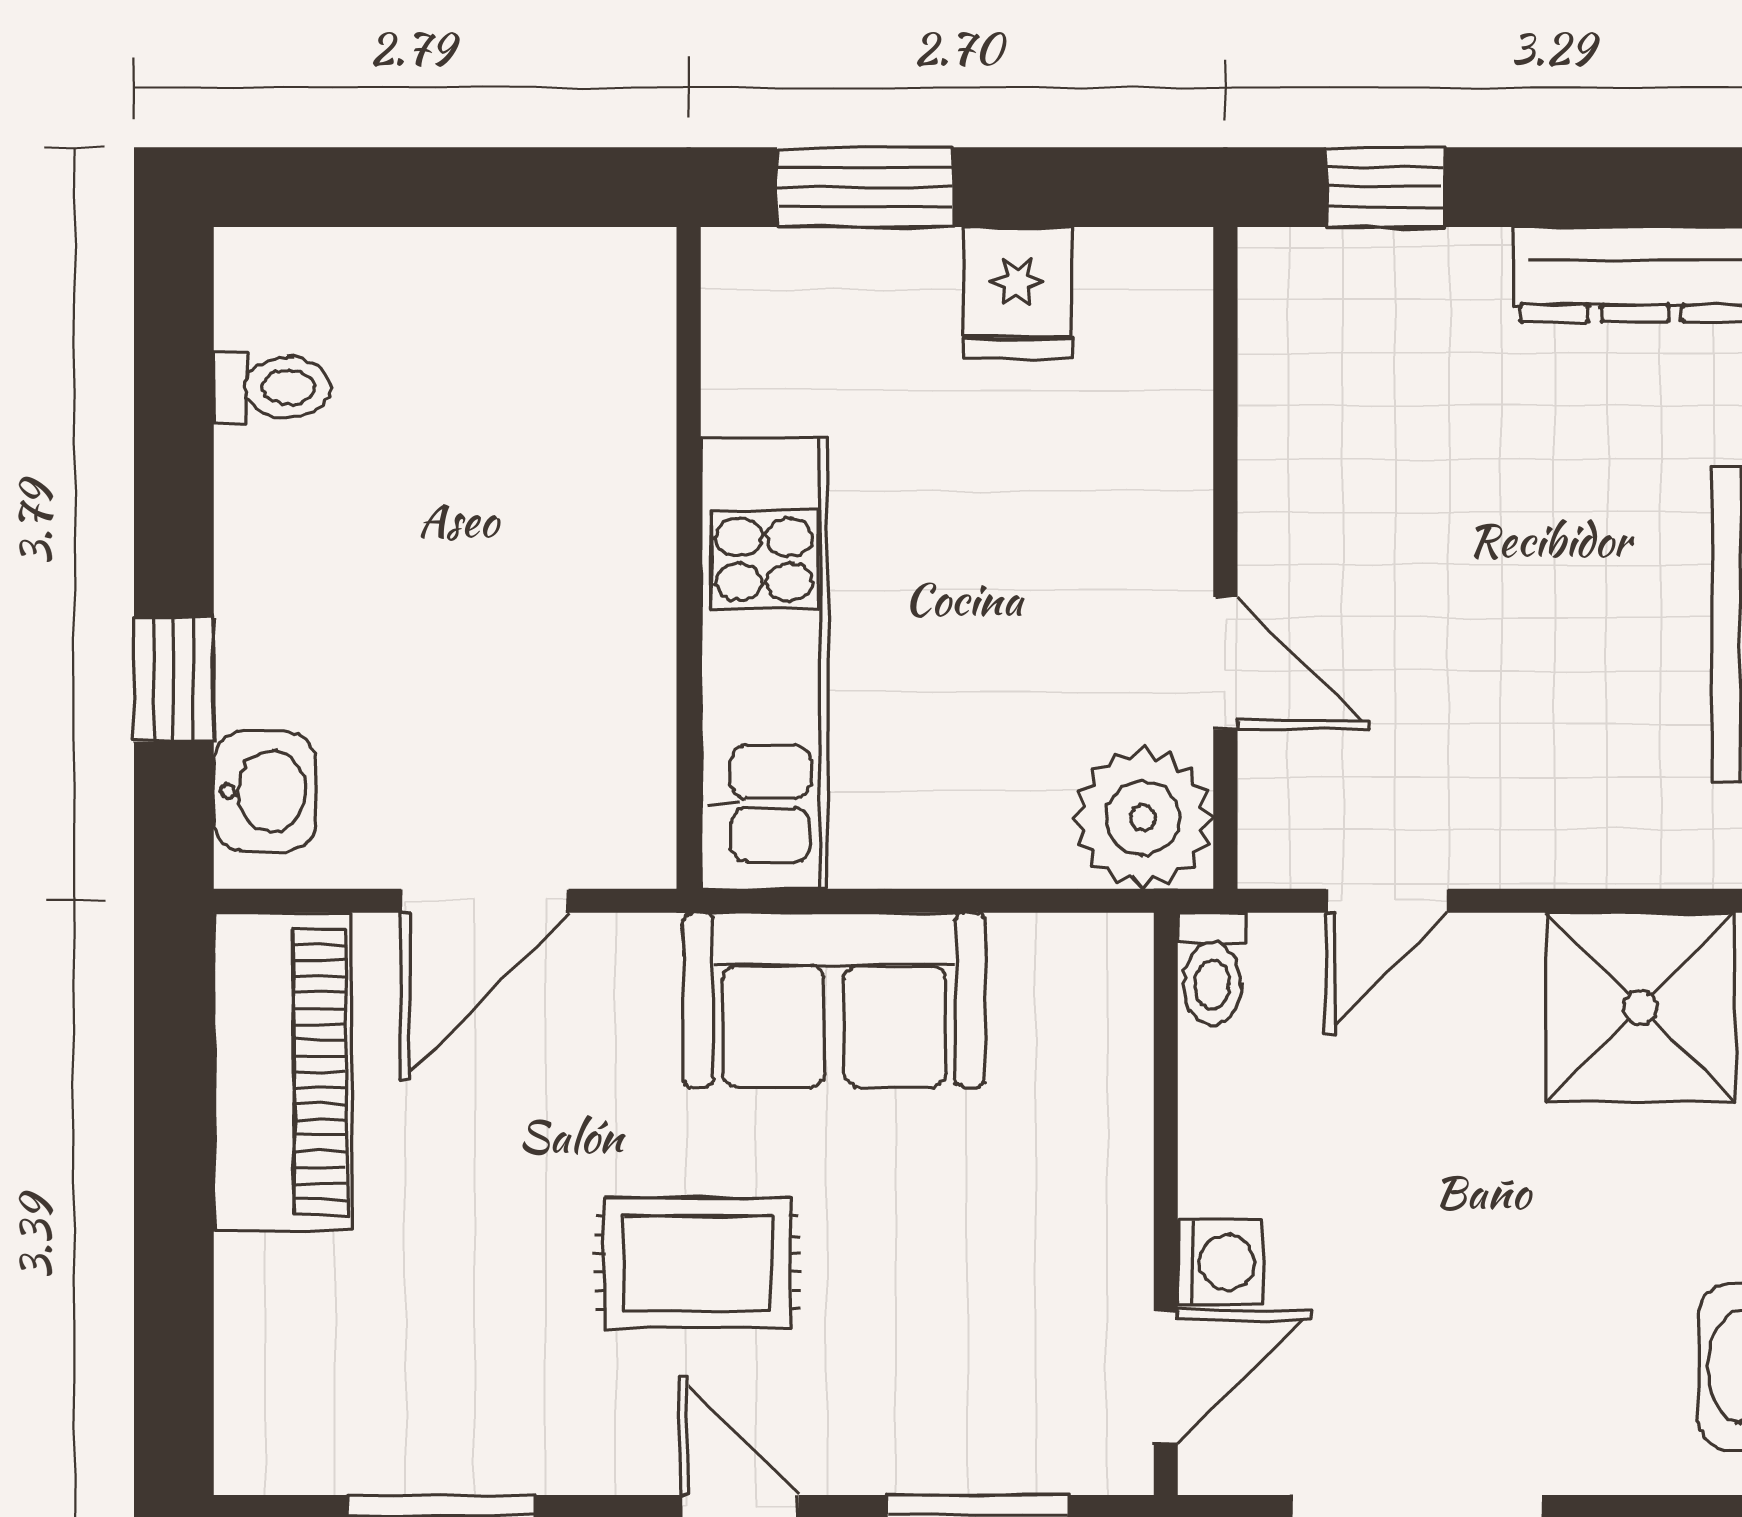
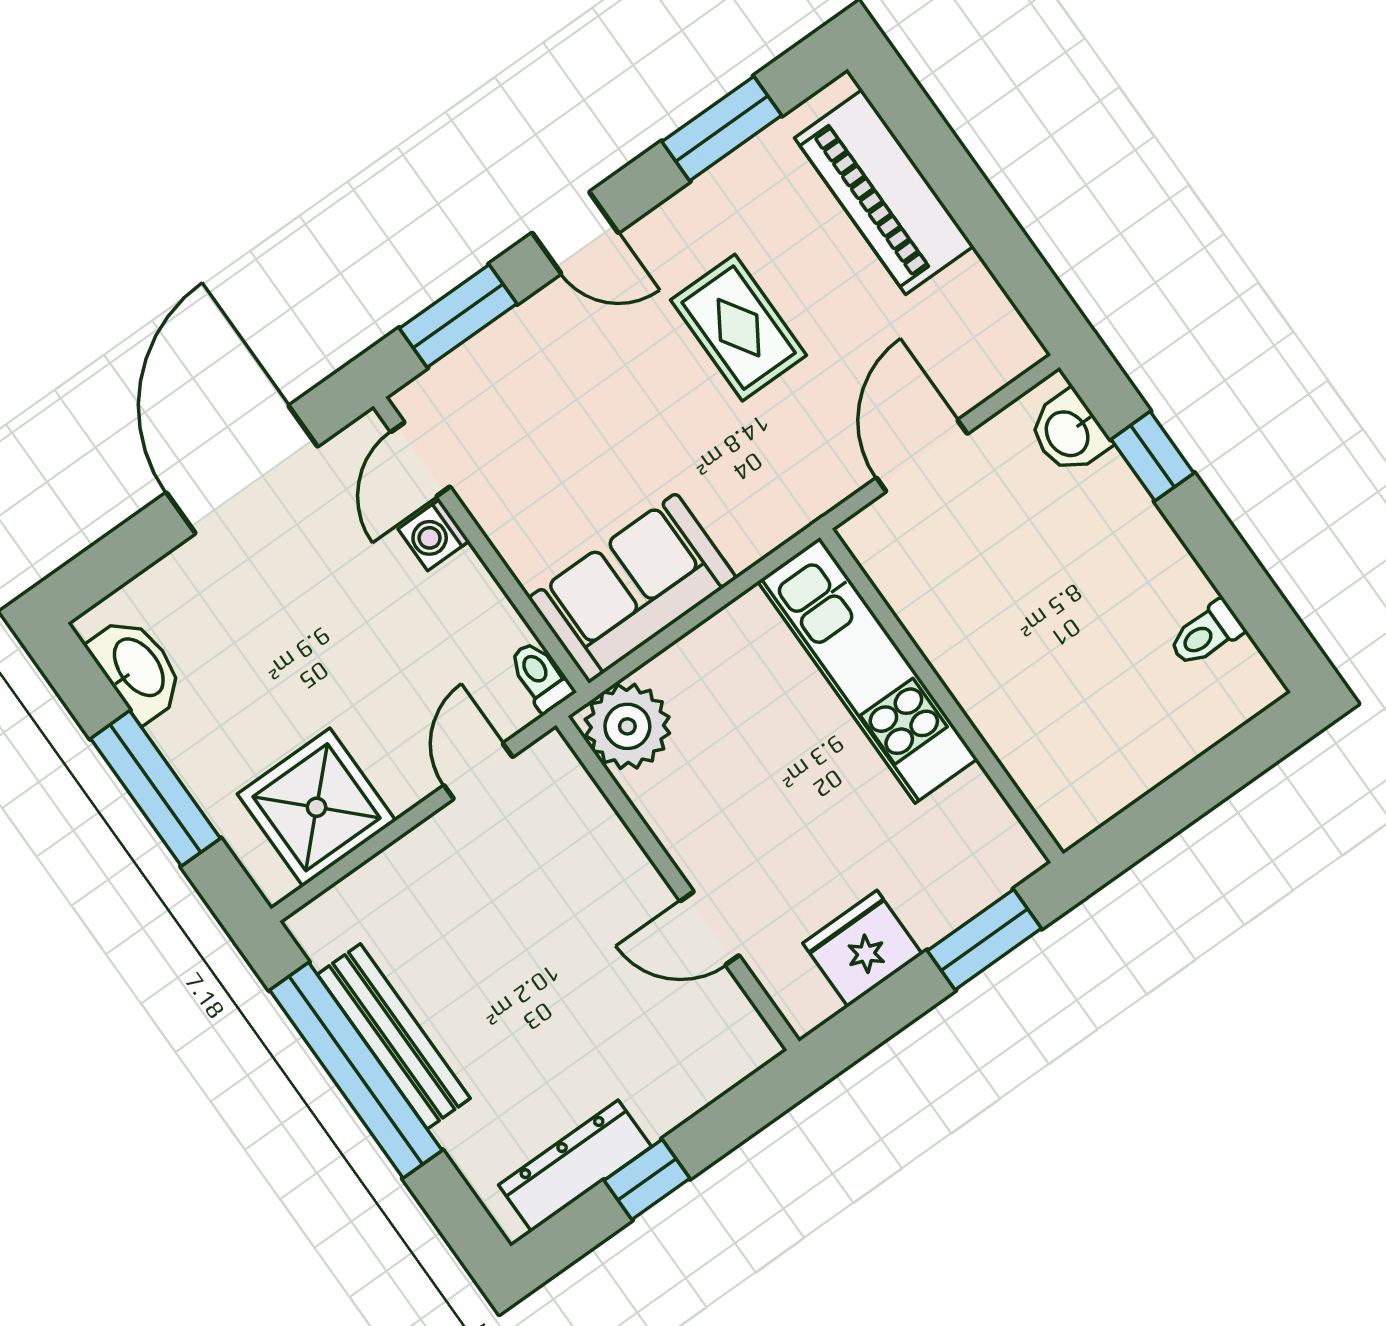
window: (1385, 187) -> (647, 1179), moved
fridge: (1017, 292) -> (863, 949), width x1.38
door: (1225, 663) -> (710, 928), moved
sofa: (834, 1000) -> (632, 588), moved
piano: (283, 1072) -> (884, 192), moved
rug: (697, 1263) -> (739, 328), moved, turned 90

